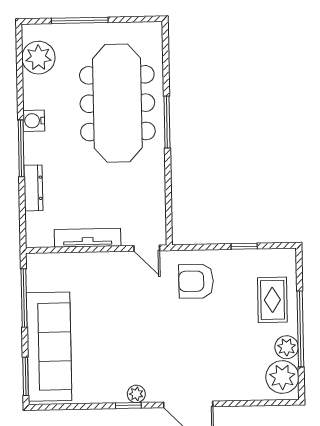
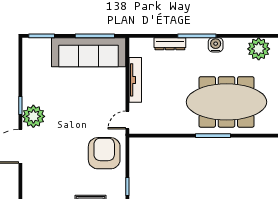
armchair: (196, 281) -> (104, 153), width x1.36, depth x1.36
sofa: (49, 347) -> (89, 52), moved
plant: (136, 394) -> (33, 116), width x1.88, depth x1.88

